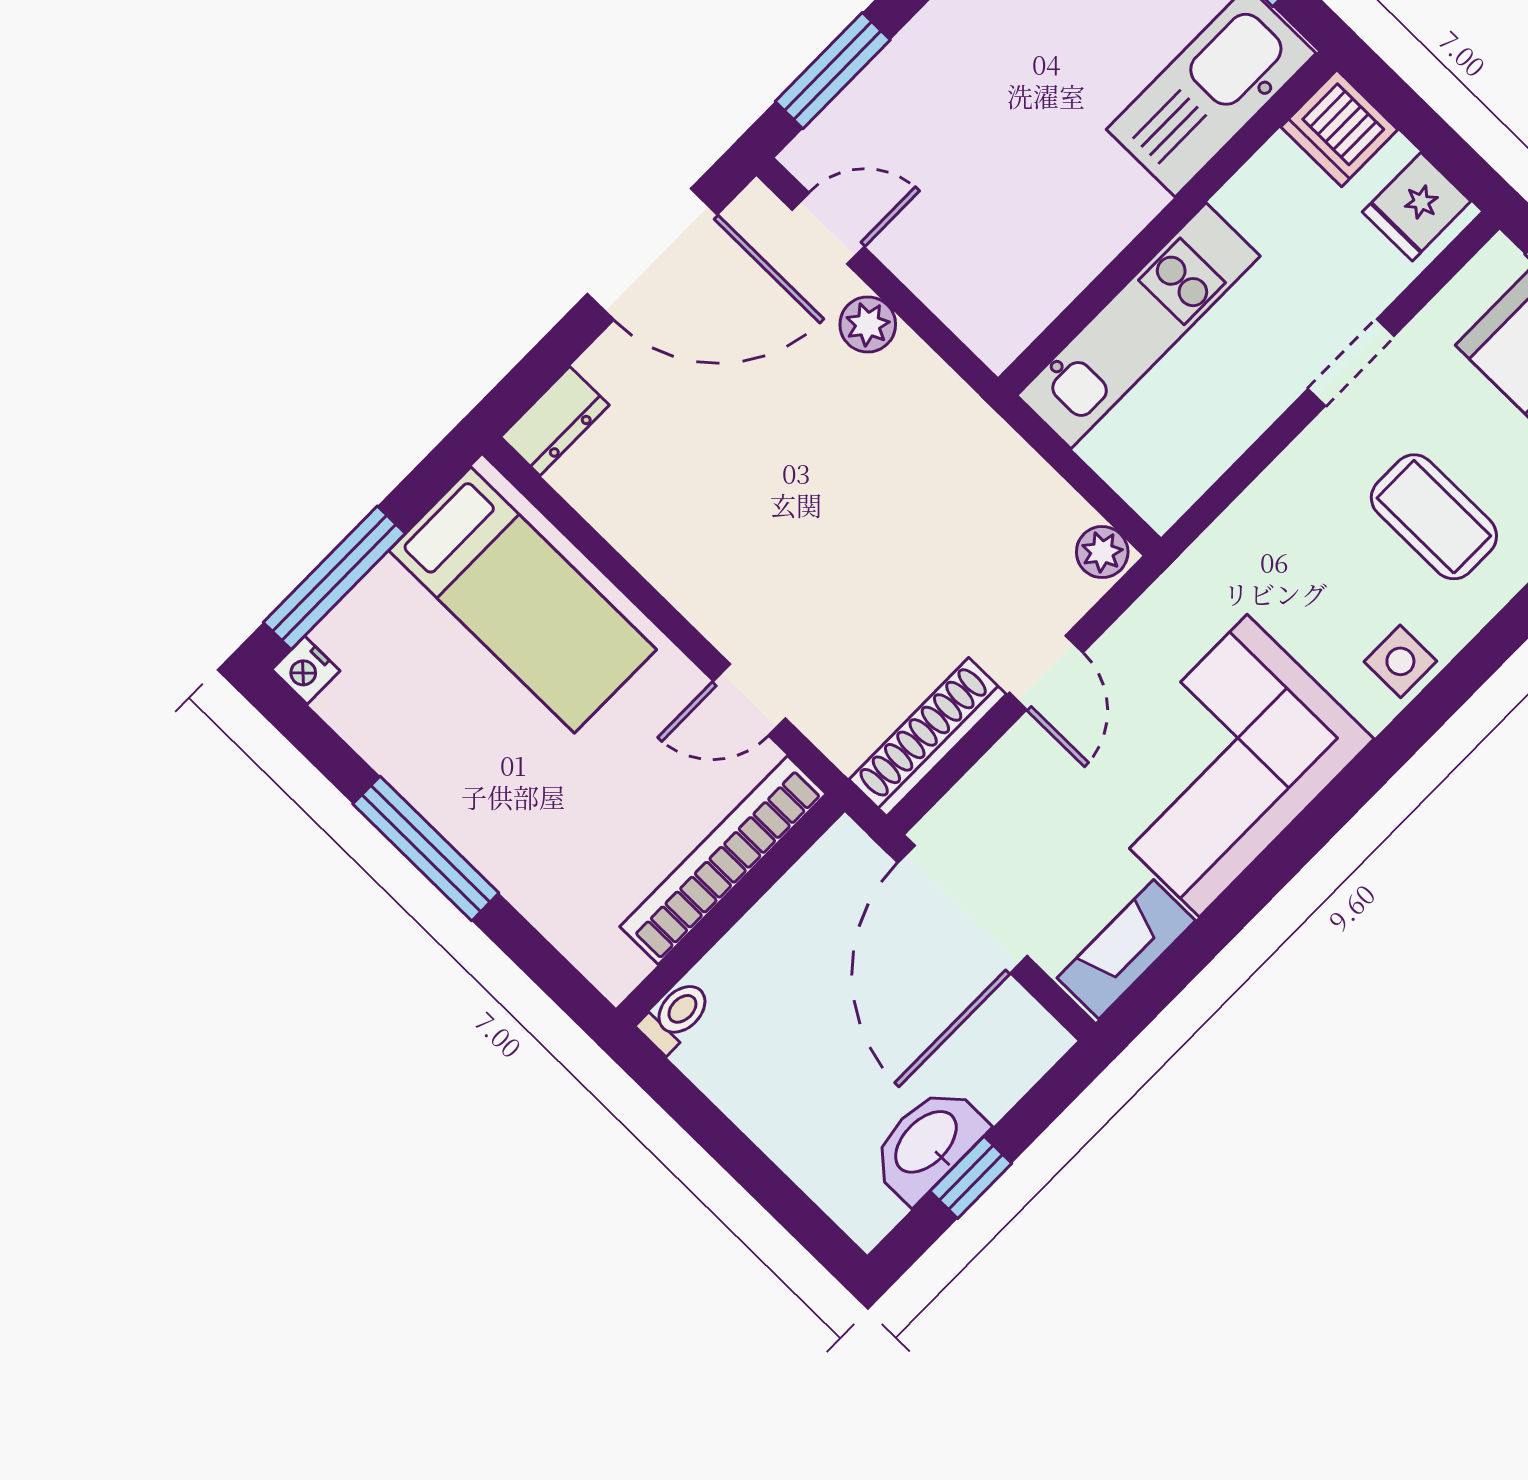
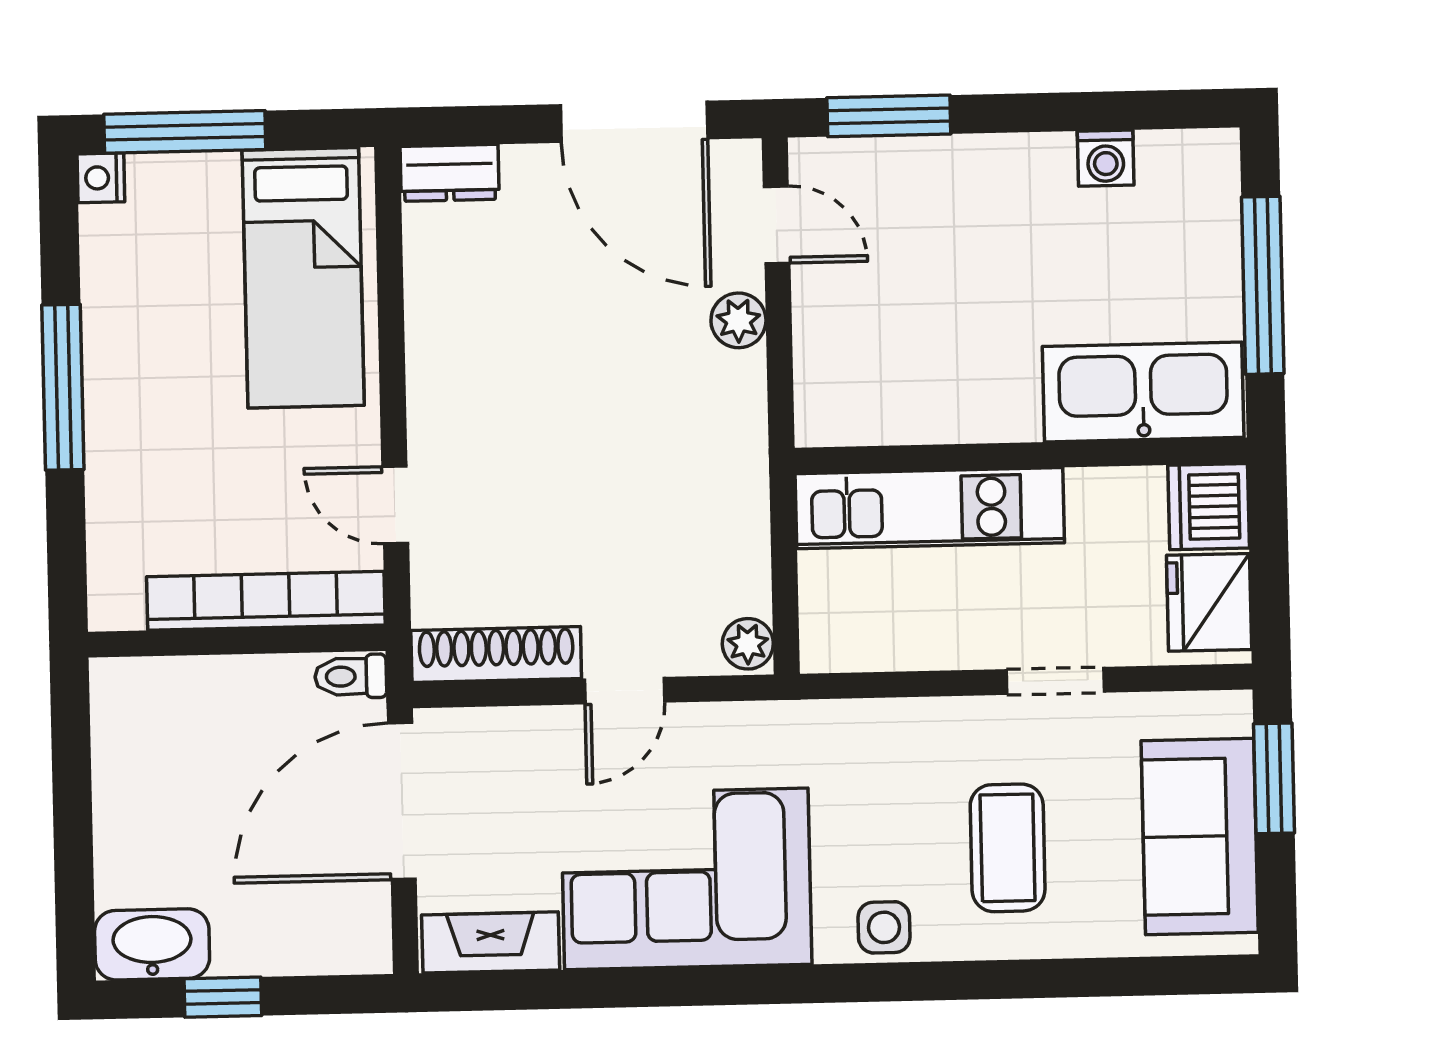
fridge: (1417, 207) -> (1209, 602), width x1.38
toilet: (675, 1016) -> (351, 676), moved, turned 180
washbasin: (927, 1143) -> (152, 944), moved

